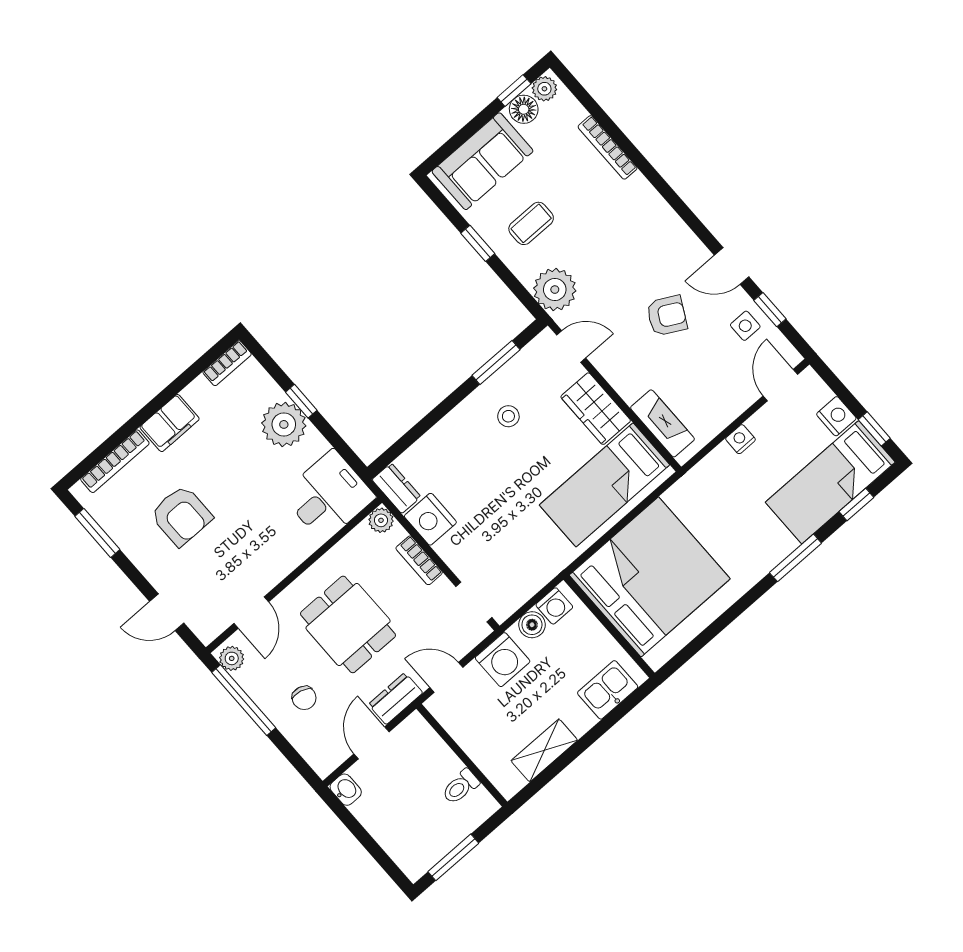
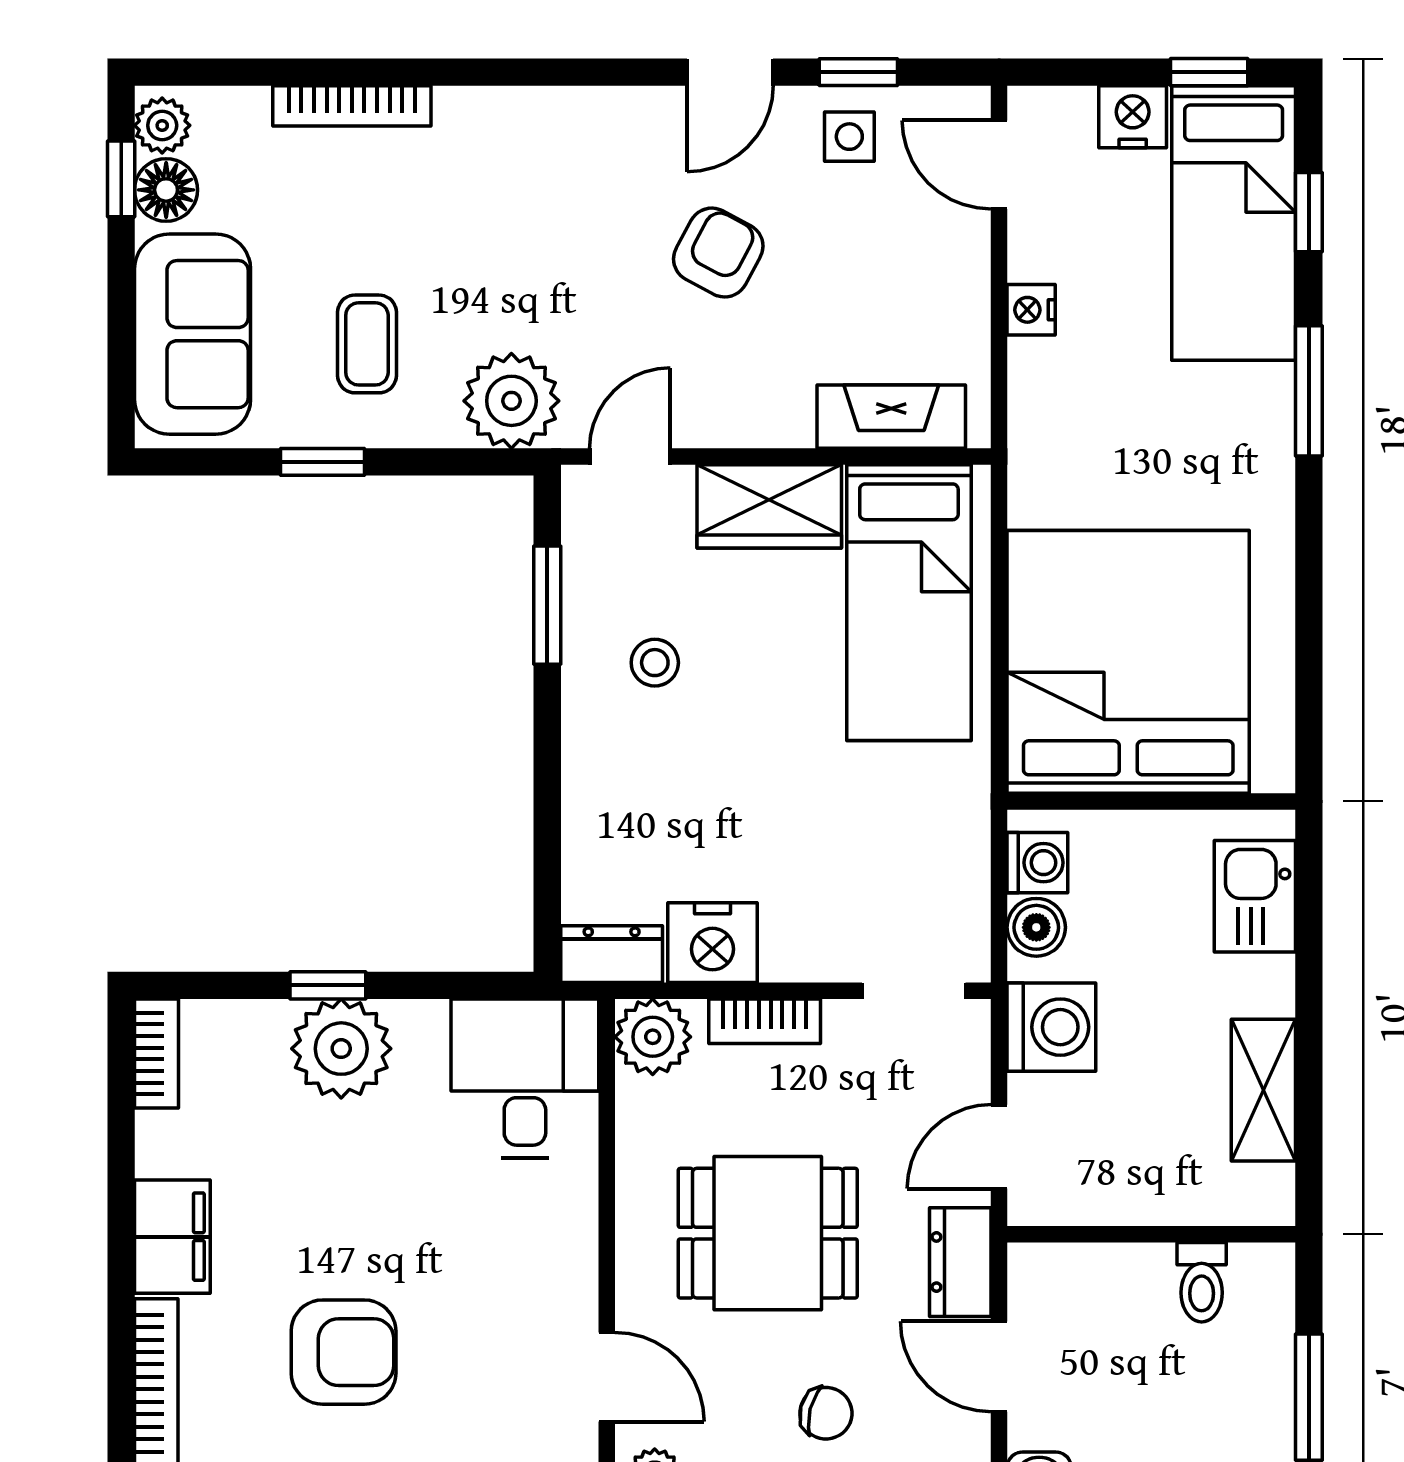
plant: (381, 520) -> (653, 1037), width x1.38, depth x1.38

